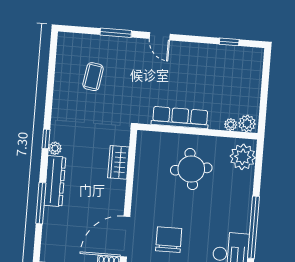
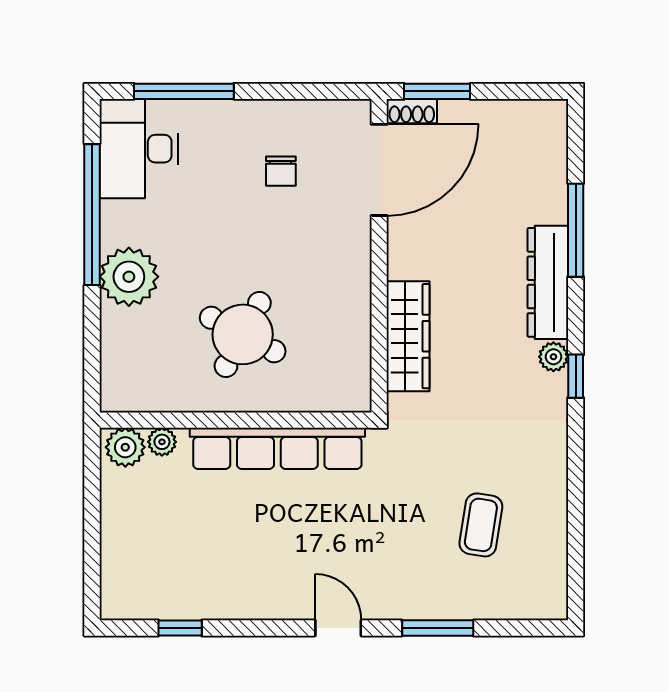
row of seats: (180, 118) -> (277, 448), width x1.36
plant: (243, 157) -> (129, 277), moved
wardrobe: (118, 162) -> (408, 336), width x1.50
round table: (191, 169) -> (243, 334), turned 37
chair: (169, 240) -> (281, 171), width x0.54, depth x0.54

